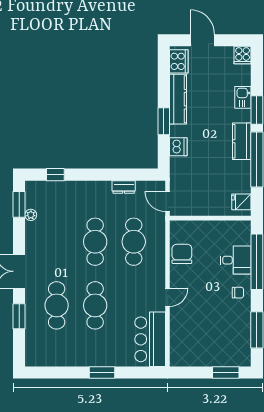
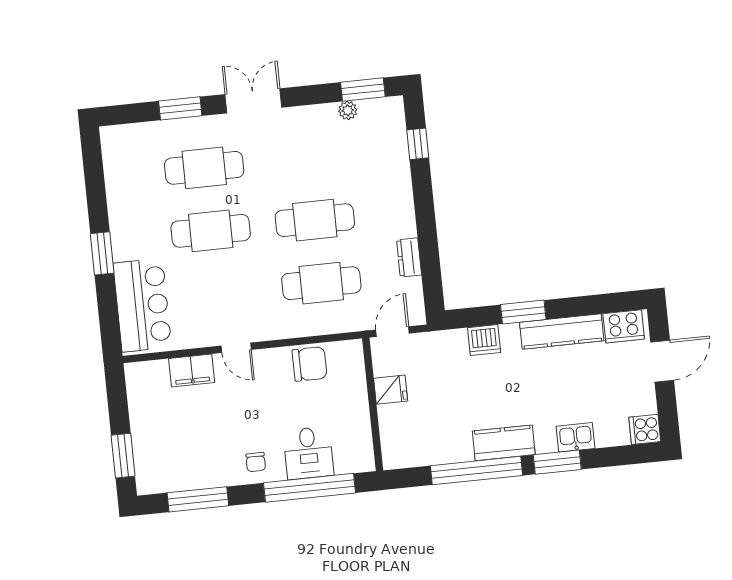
fridge: (241, 202) -> (391, 390), moved, turned 90
filing cabinet: (179, 326) -> (192, 371), added
bar counter: (150, 339) -> (142, 305), moved, turned 90

